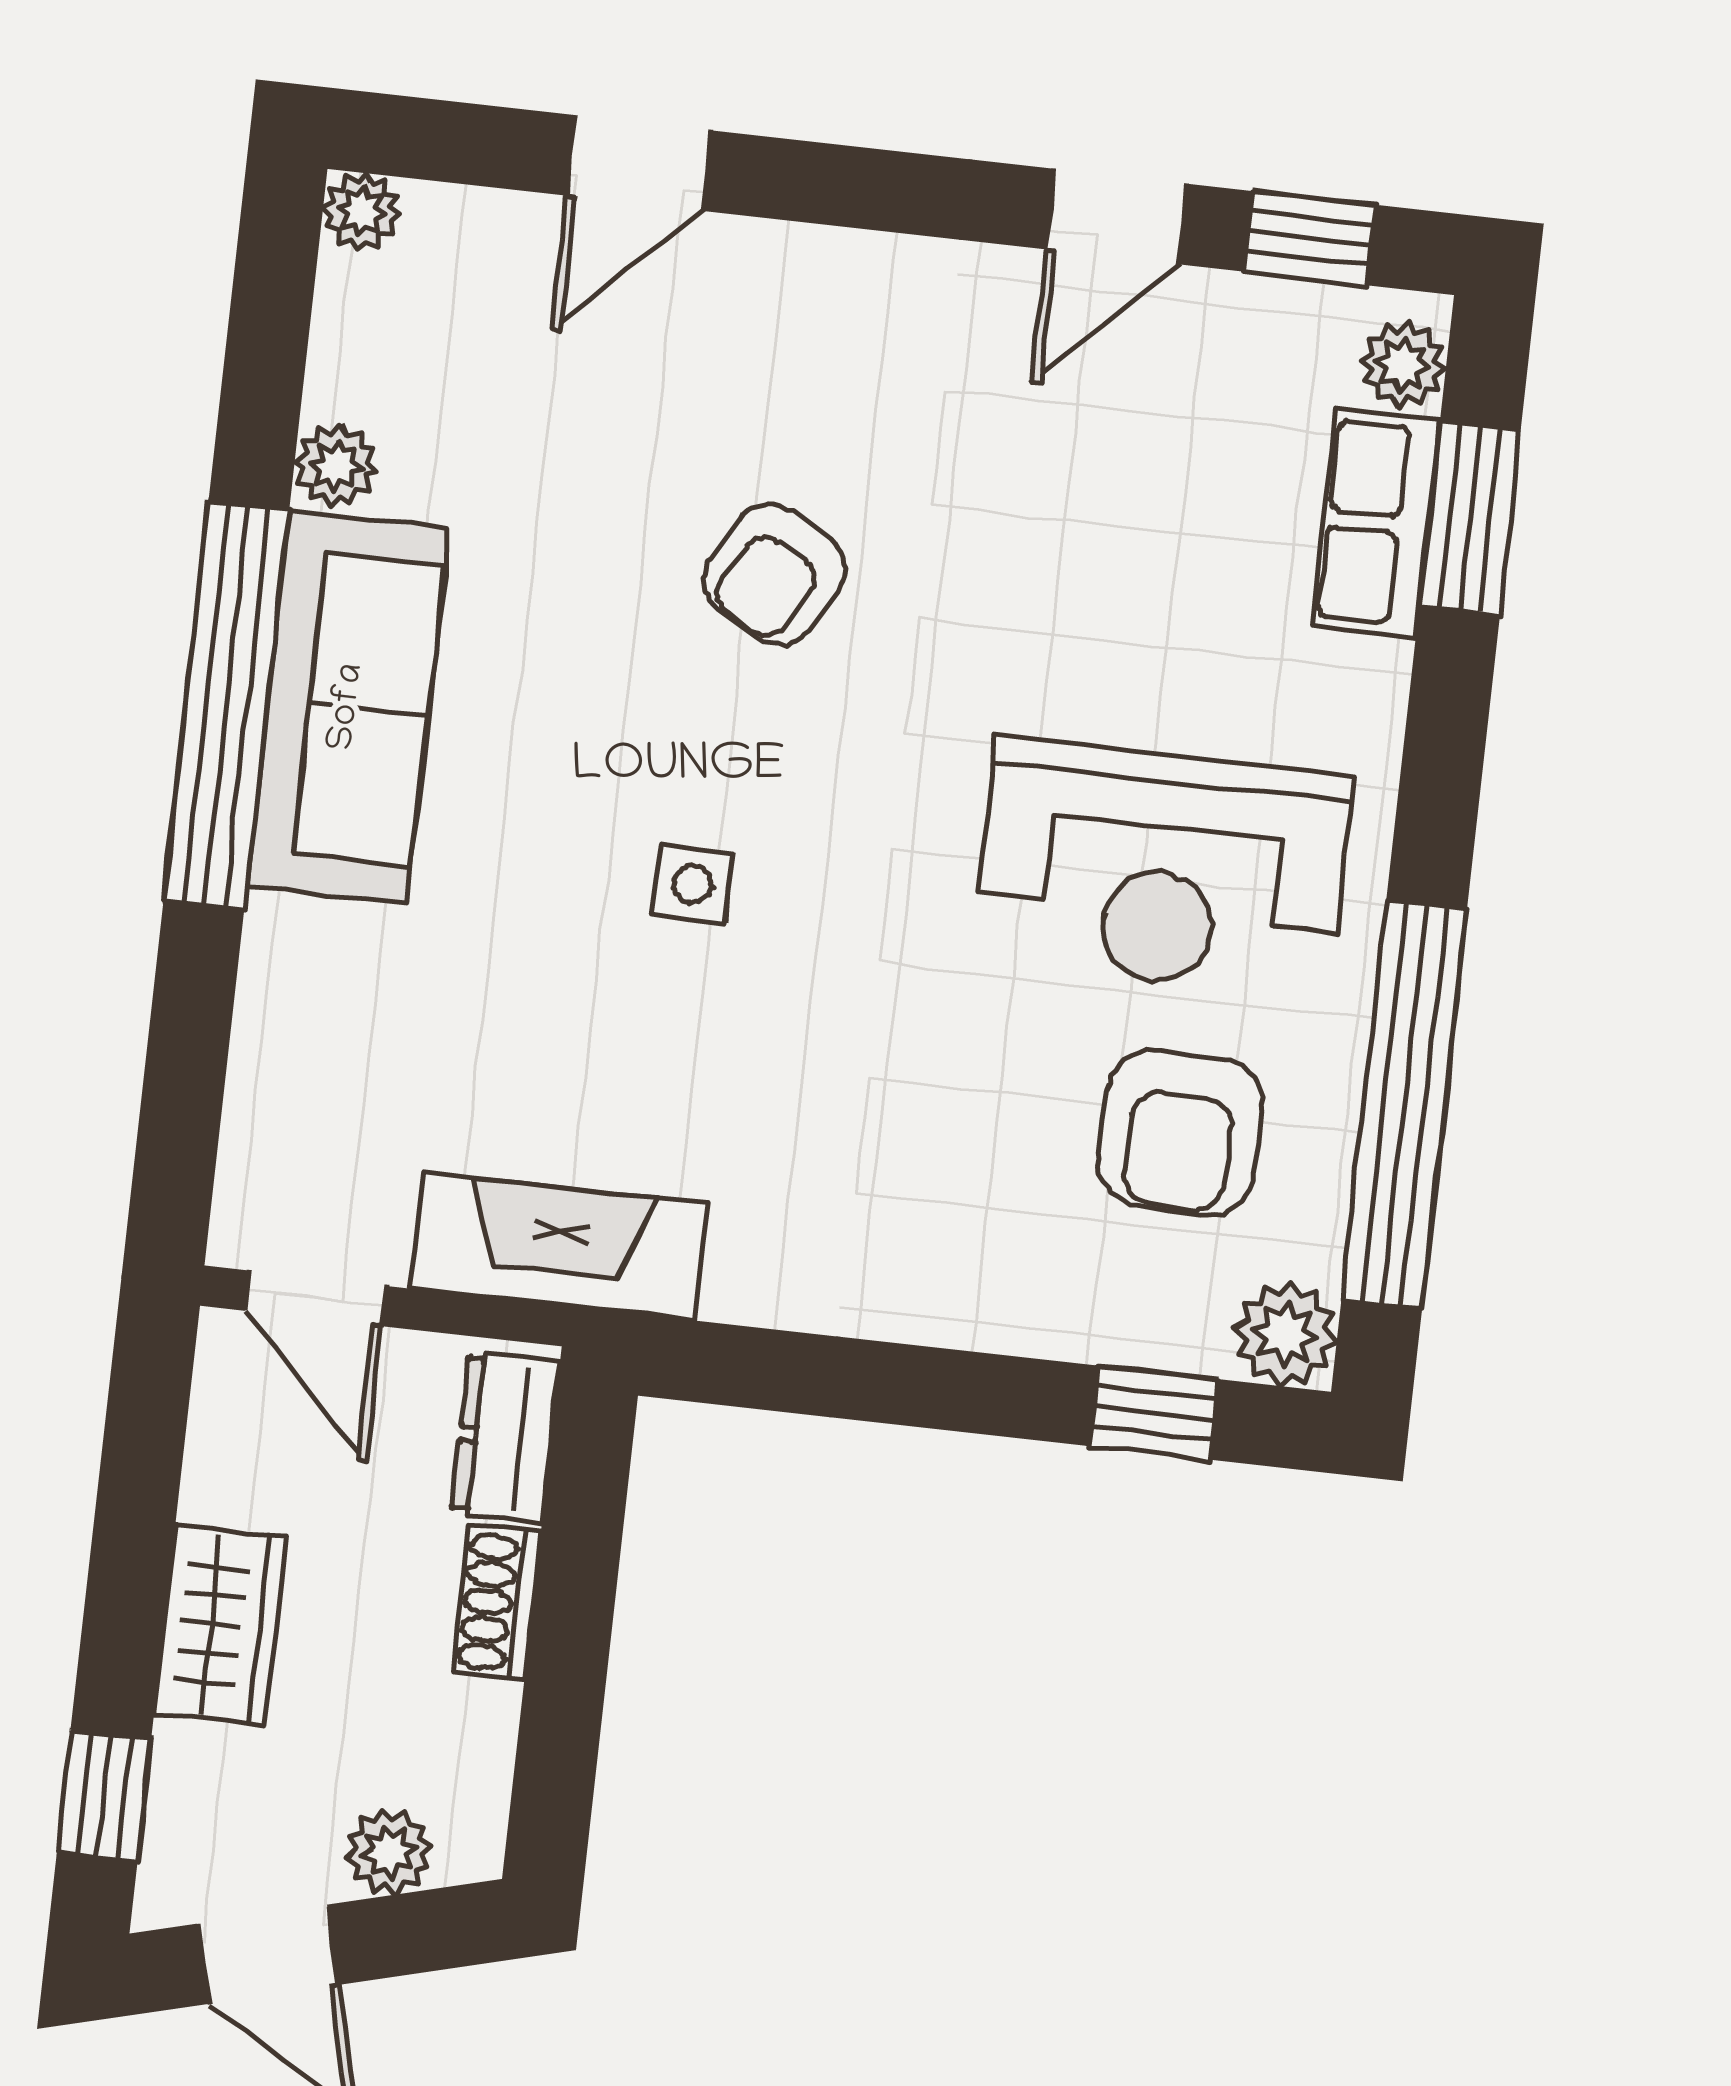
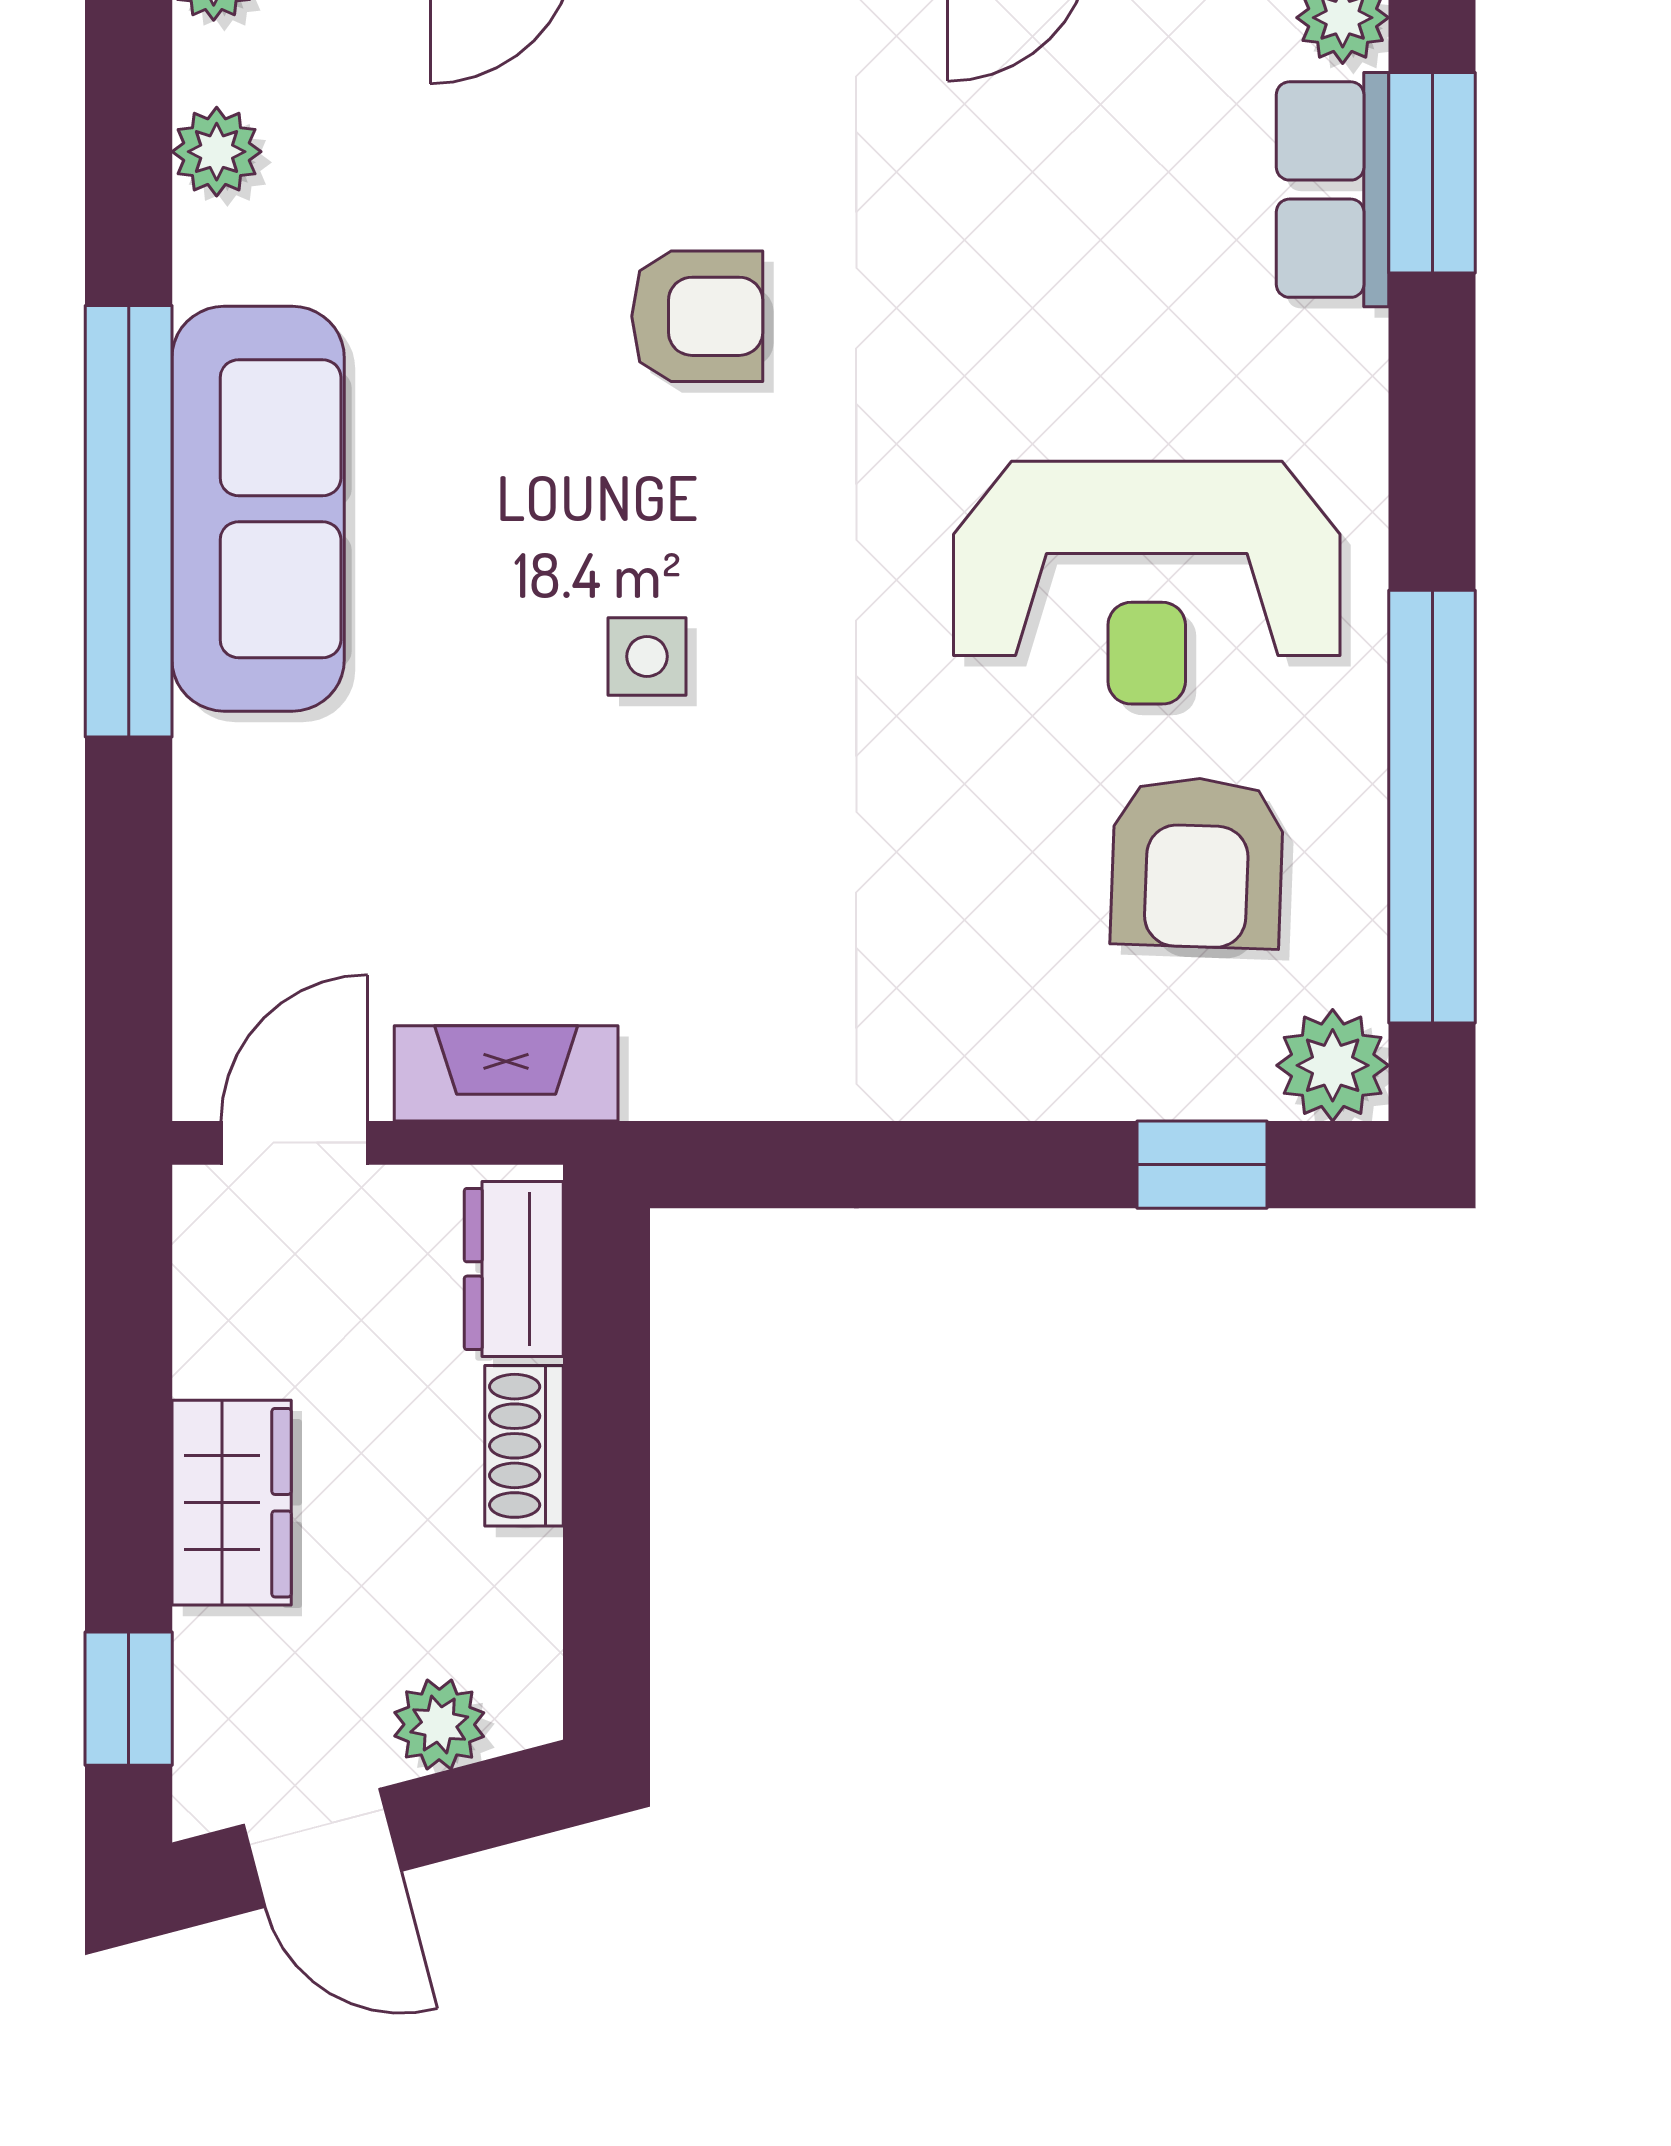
plant: (336, 466) -> (217, 152), moved
armchair: (774, 574) -> (697, 316), turned -120
fireplace: (558, 1246) -> (506, 1073), width x0.73, depth x0.76
door: (315, 1298) -> (294, 1143), swing flipped

